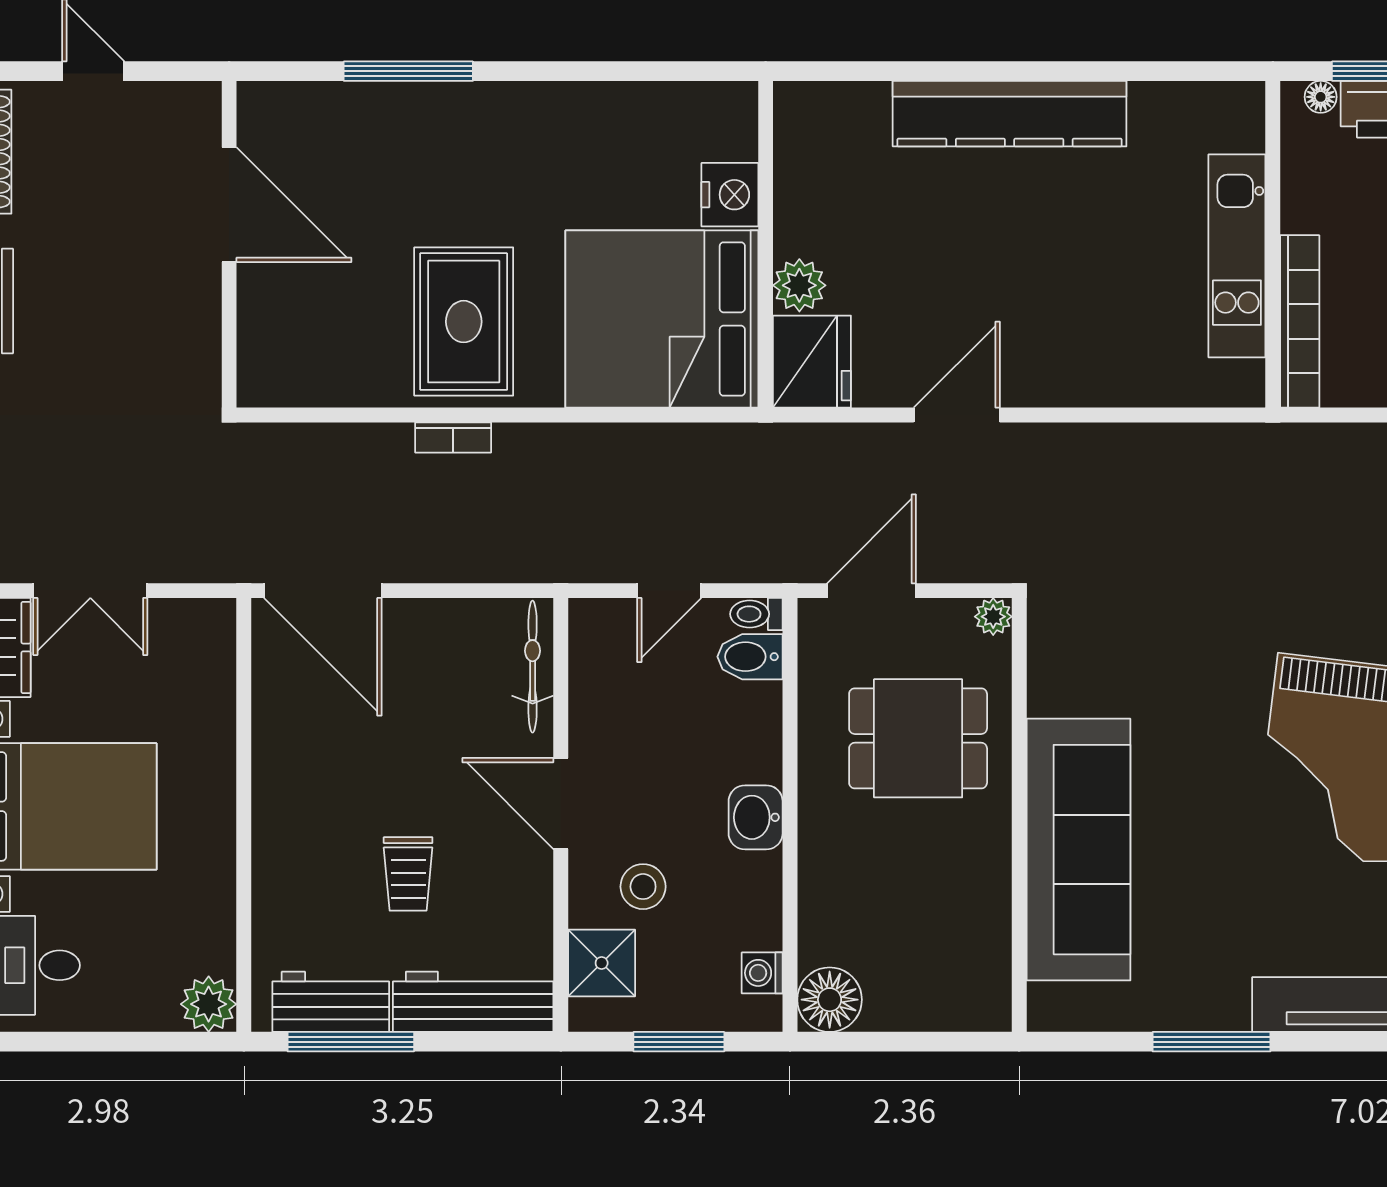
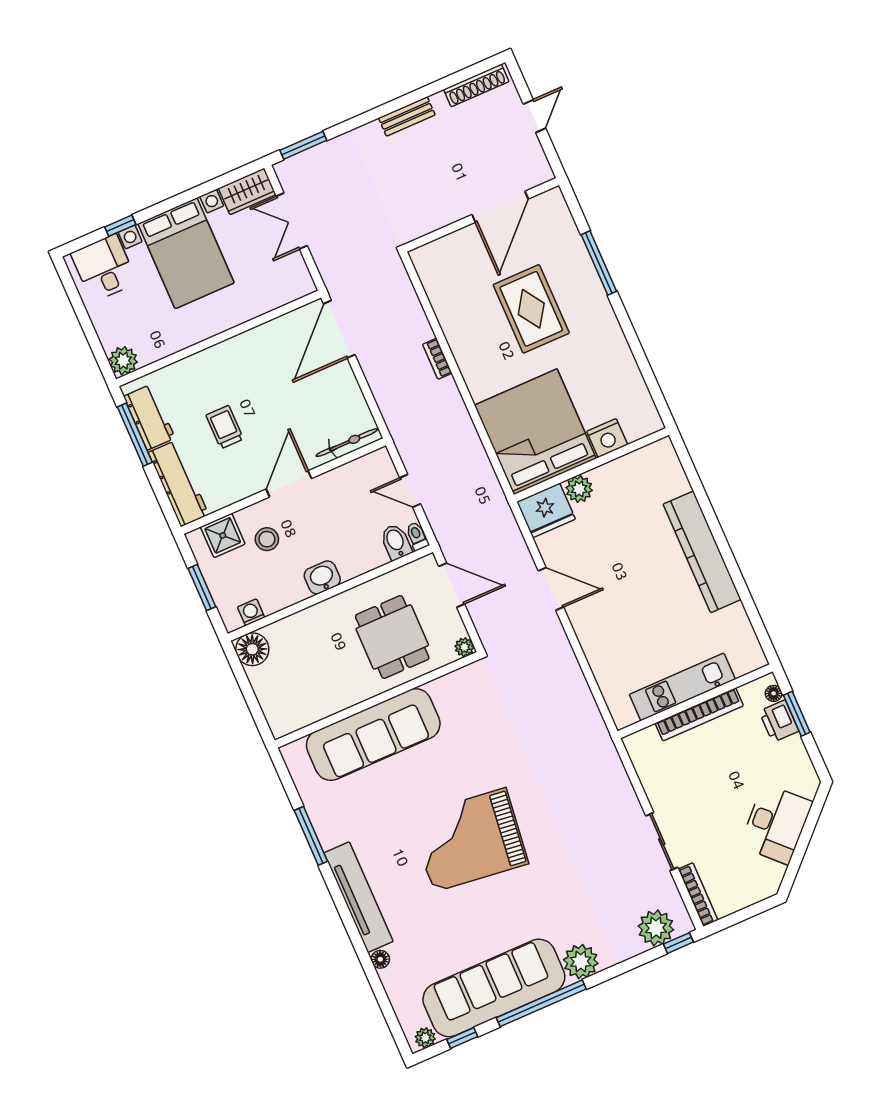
bookcase: (1300, 321) -> (699, 714), moved
rug: (464, 322) -> (531, 309), moved, turned 90
trolley: (408, 874) -> (225, 427), turned 90

